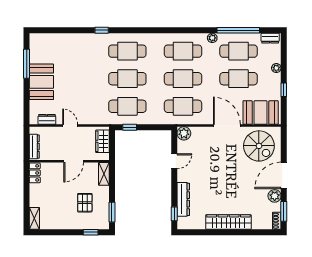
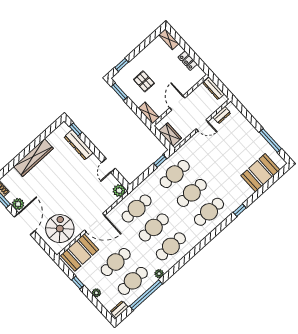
booth: (41, 82) -> (260, 173), moved, turned 90
spiral stairs: (259, 146) -> (60, 229), turned 90
locker: (35, 173) -> (188, 61), moved

